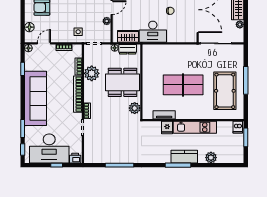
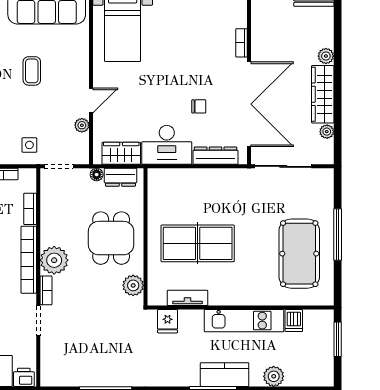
dresser: (179, 38) -> (215, 156), added
plant: (92, 73) -> (54, 260), moved
dining table: (123, 82) -> (111, 238), width x0.73
table tennis table: (183, 85) -> (198, 243), moved
dishwasher: (238, 127) -> (294, 321), moved
fridge: (167, 128) -> (168, 321), moved

